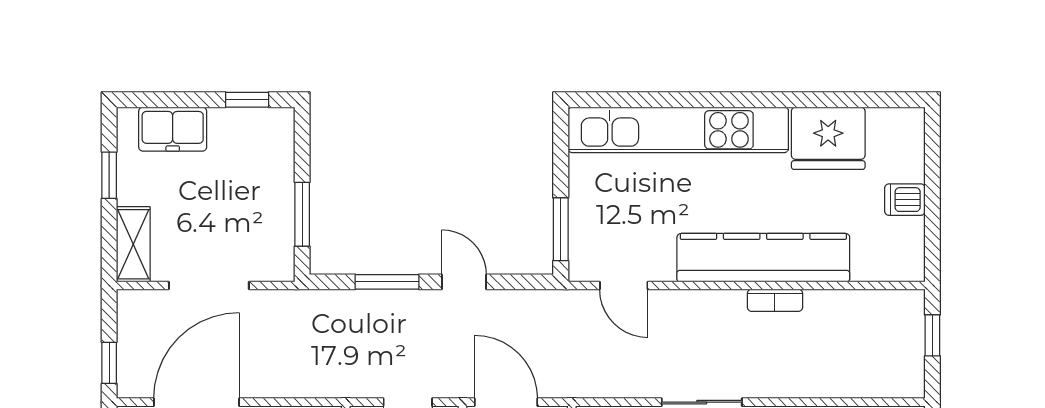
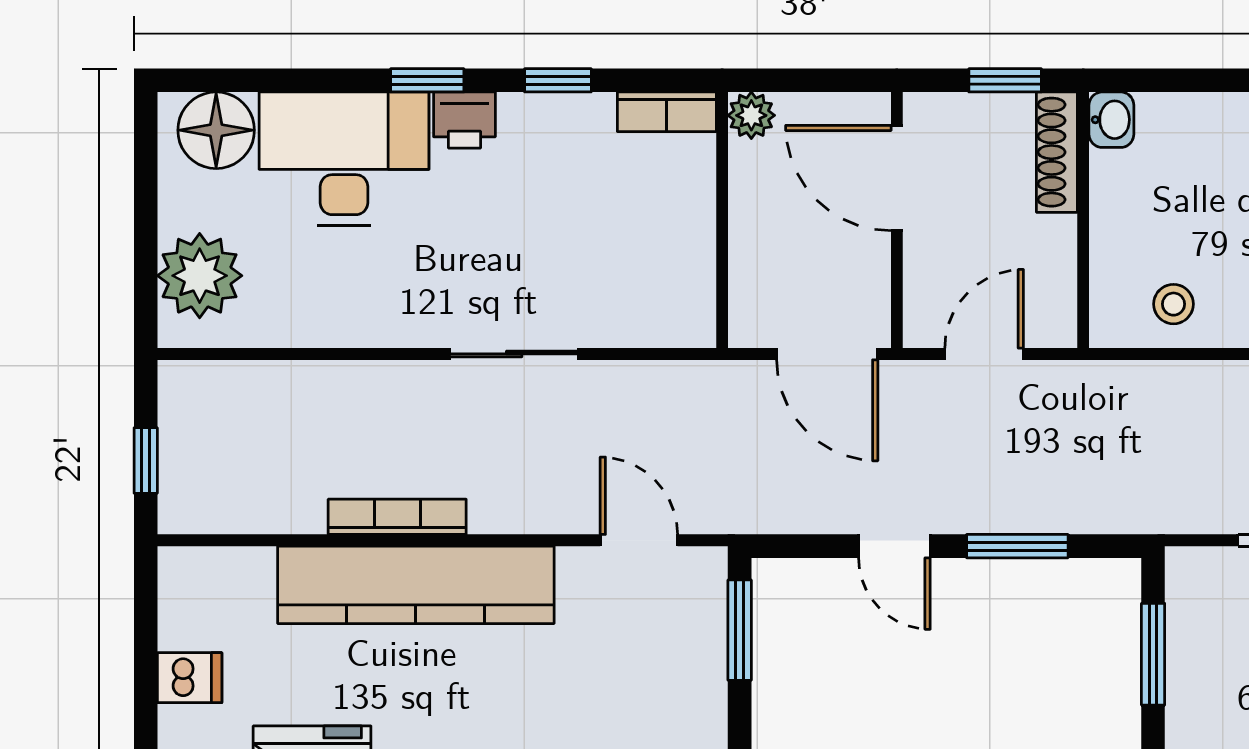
bookcase: (775, 300) -> (397, 517), width x1.56

